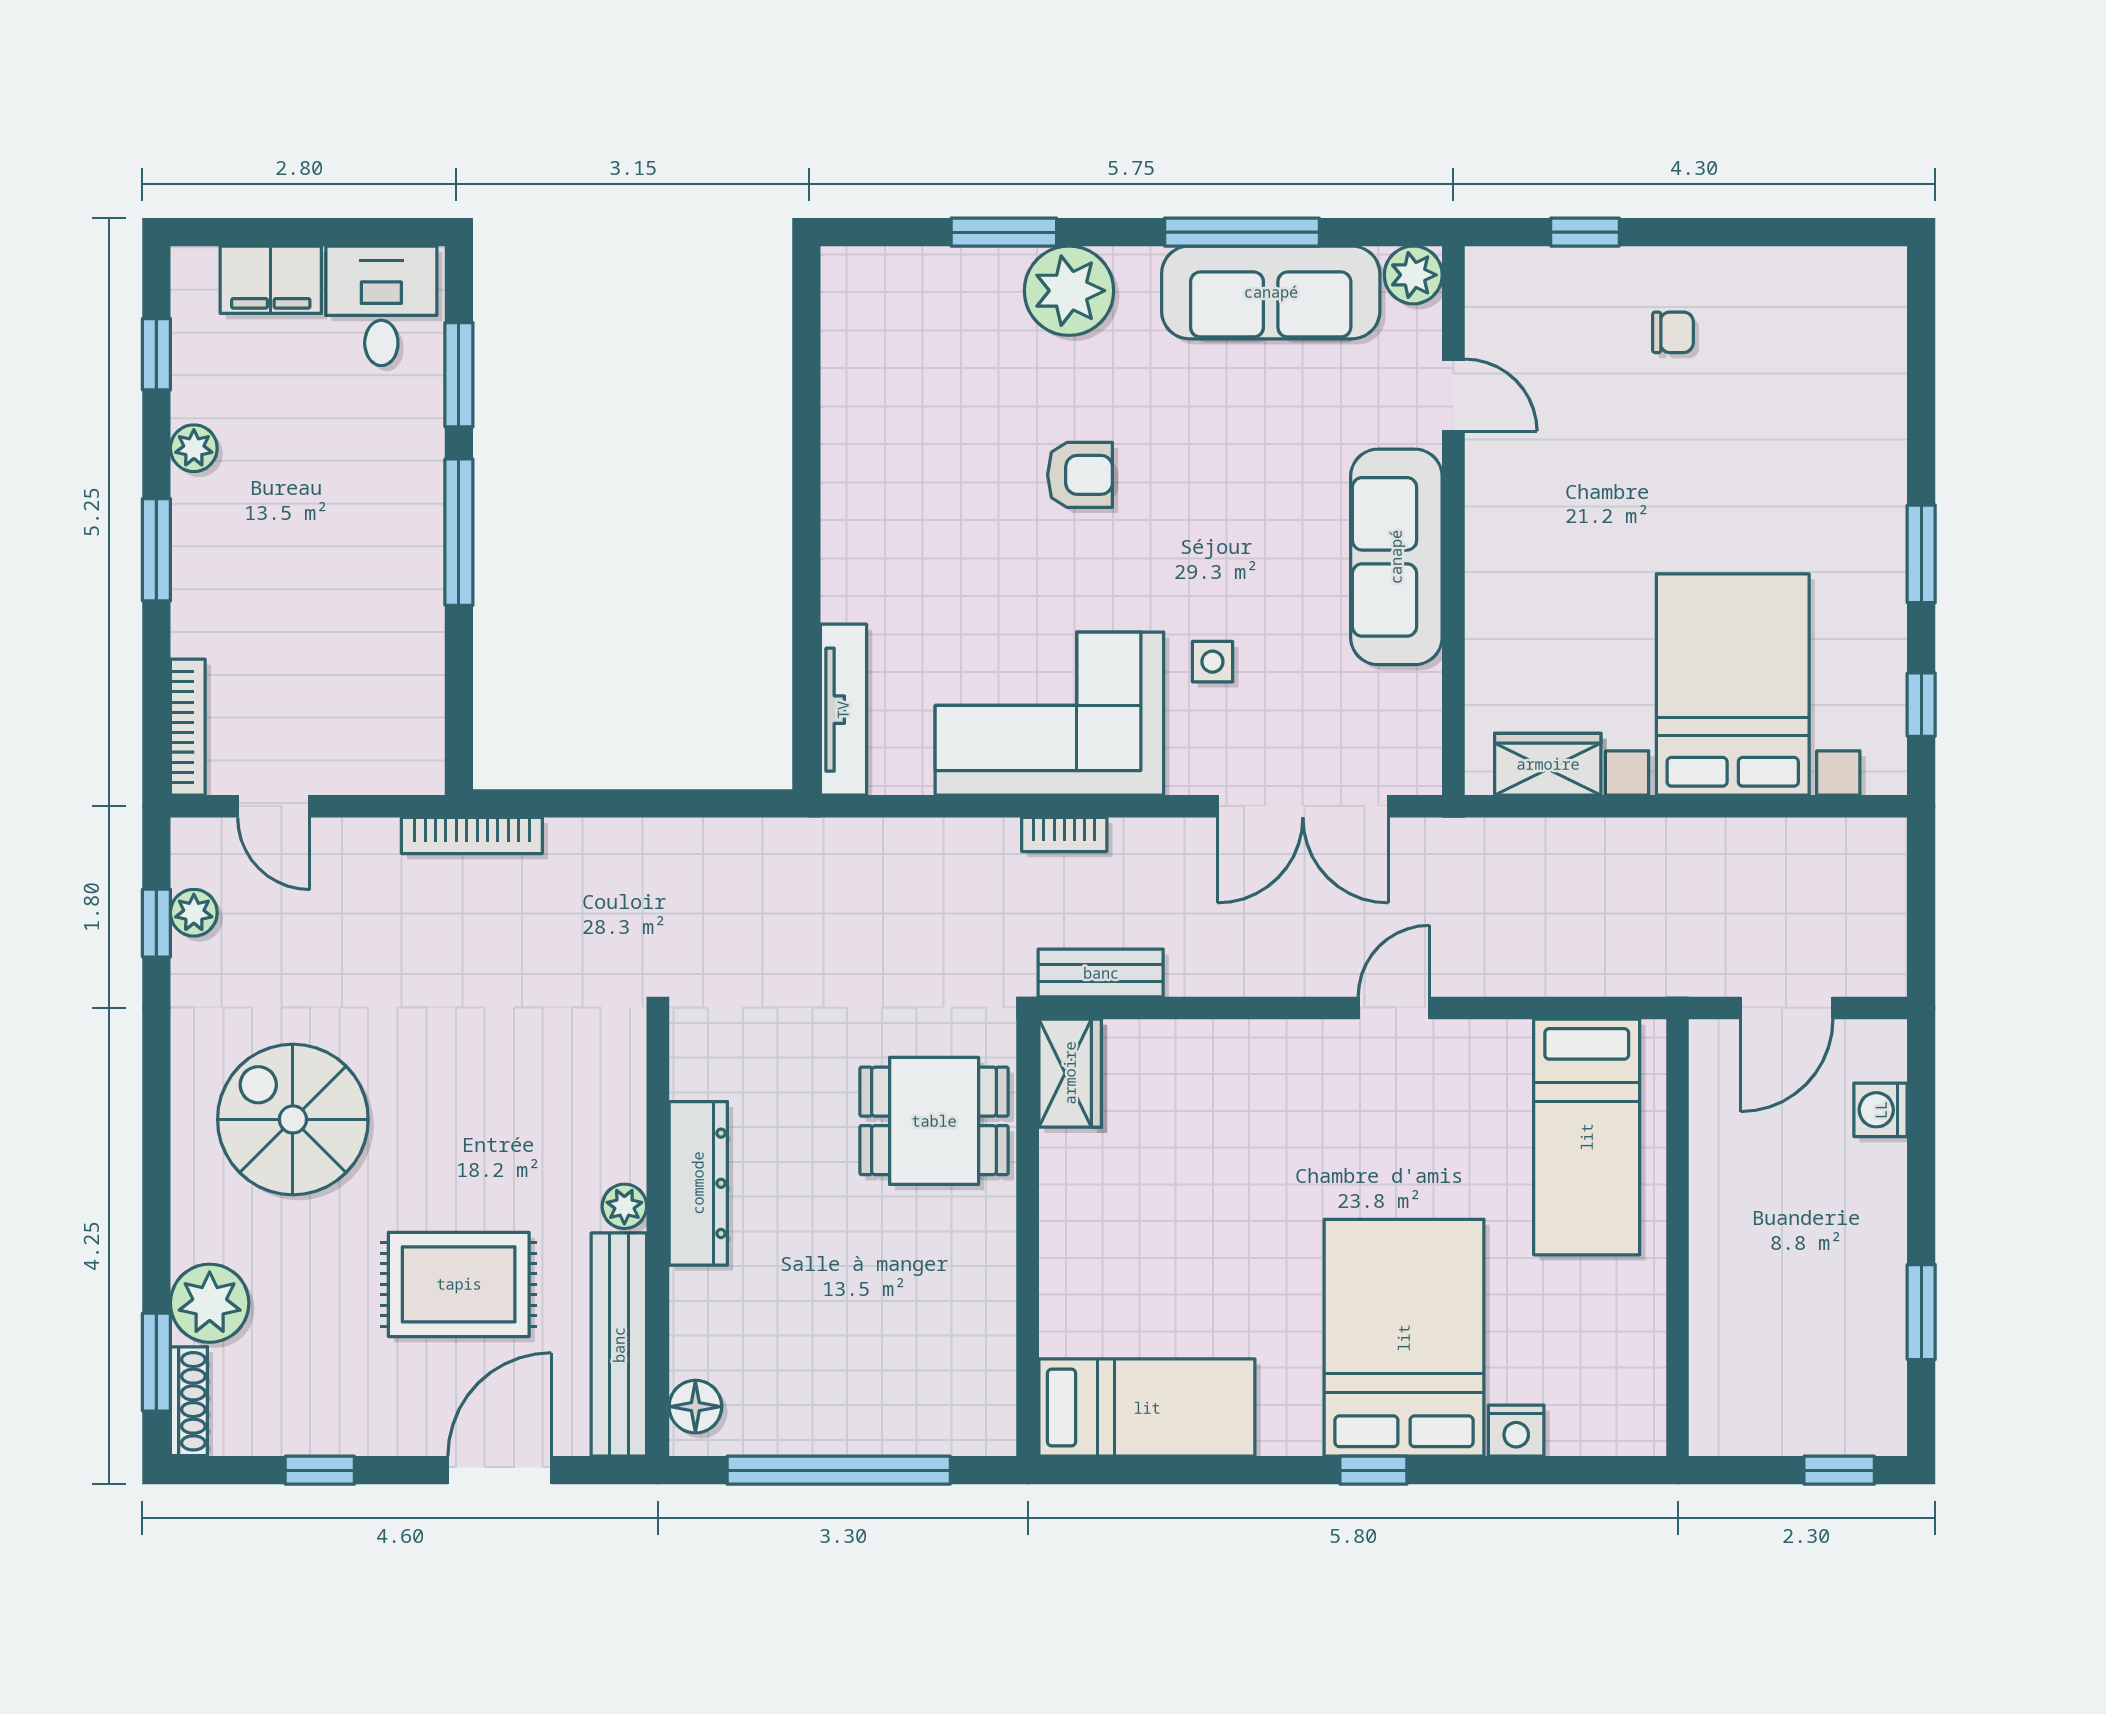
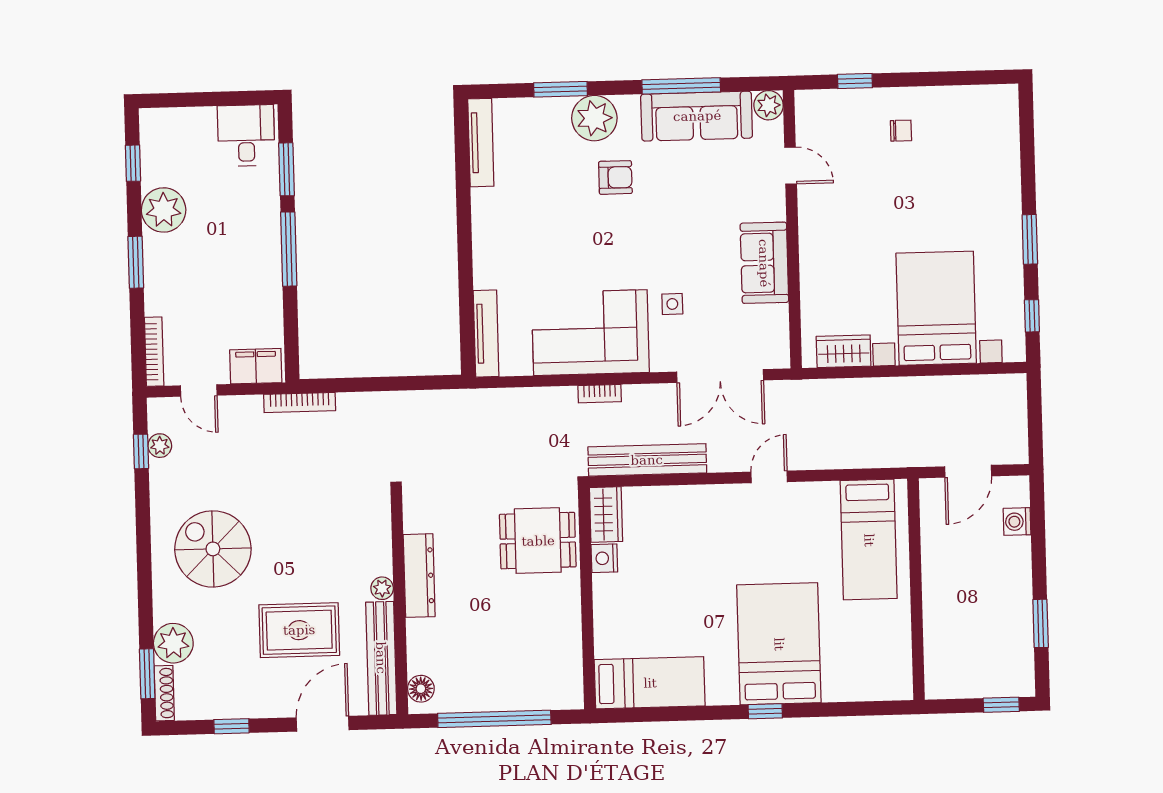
filing cabinet: (271, 280) -> (256, 366), moved, turned 180
tv unit: (844, 333) -> (481, 143), added
plant: (194, 448) -> (164, 210), width x1.88, depth x1.88
armchair: (1080, 475) -> (615, 177), moved
sofa: (1396, 557) -> (764, 263), width x0.73
bench: (1101, 973) -> (647, 460), width x1.86, depth x1.21
nightstand: (1516, 1431) -> (604, 558), moved, turned 90

